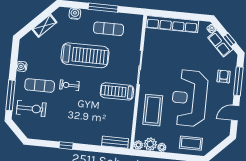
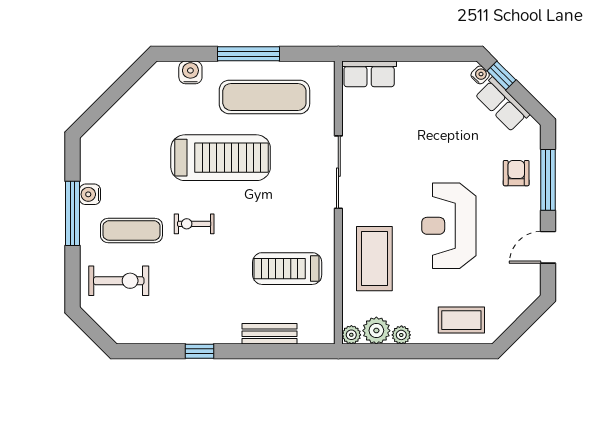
row of seats: (172, 24) -> (369, 74), width x0.50
shelving: (44, 26) -> (129, 104), removed
exercise mat: (109, 29) -> (264, 97), width x1.36, depth x1.45
window: (230, 40) -> (501, 75), moved
treadmill: (117, 91) -> (287, 269), moved
window: (11, 95) -> (72, 213), moved
reception desk: (189, 98) -> (449, 226), width x0.74, depth x0.77
bench: (115, 142) -> (269, 334), moved

